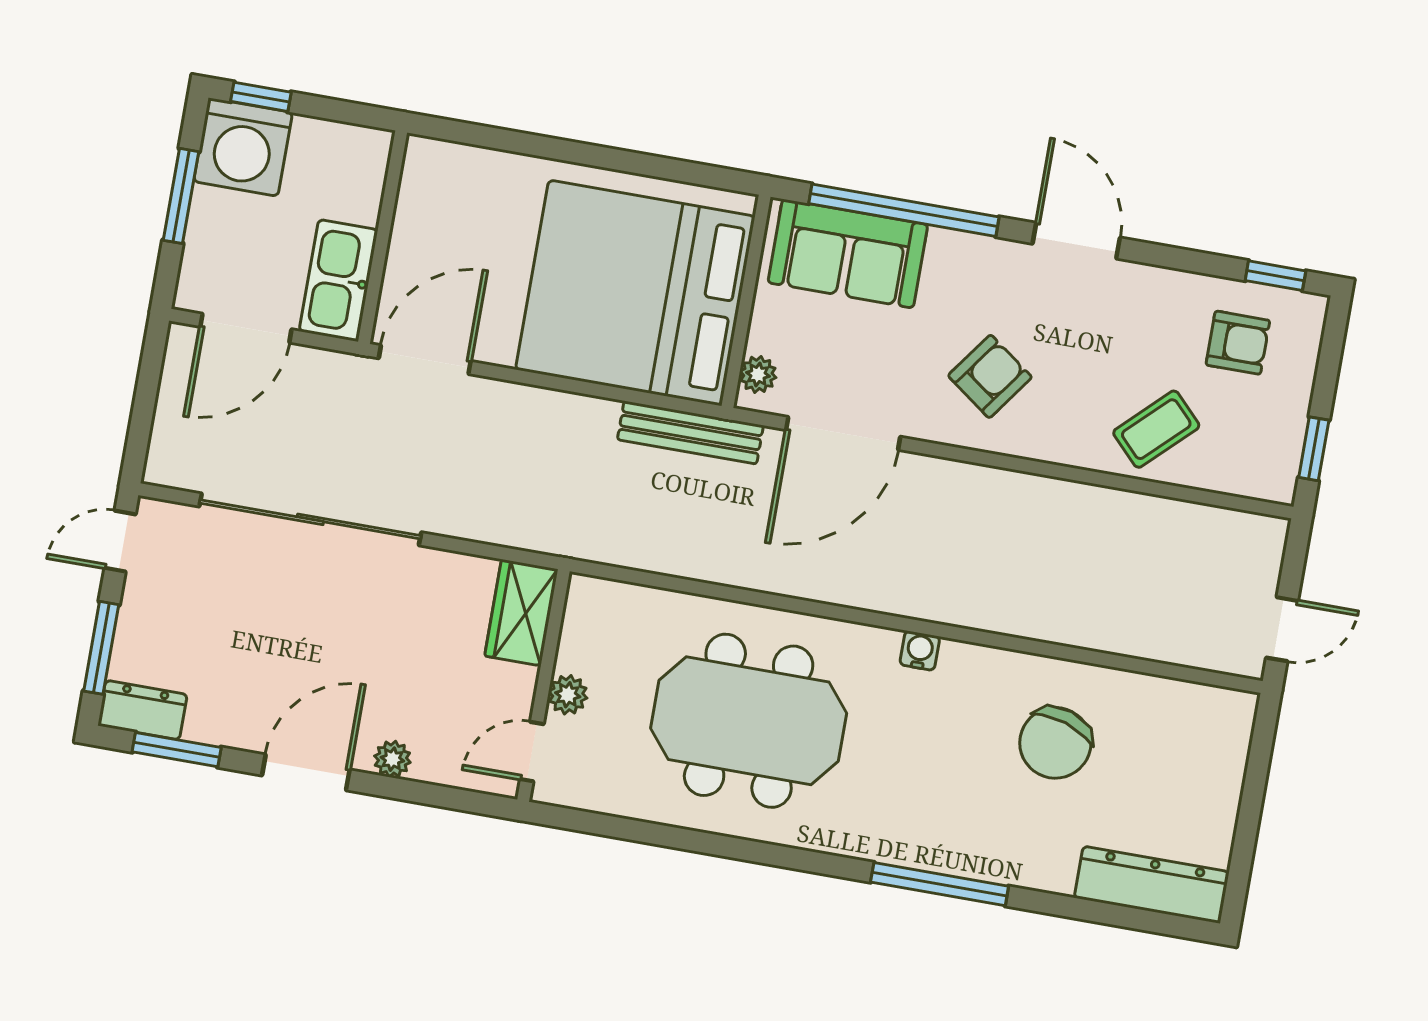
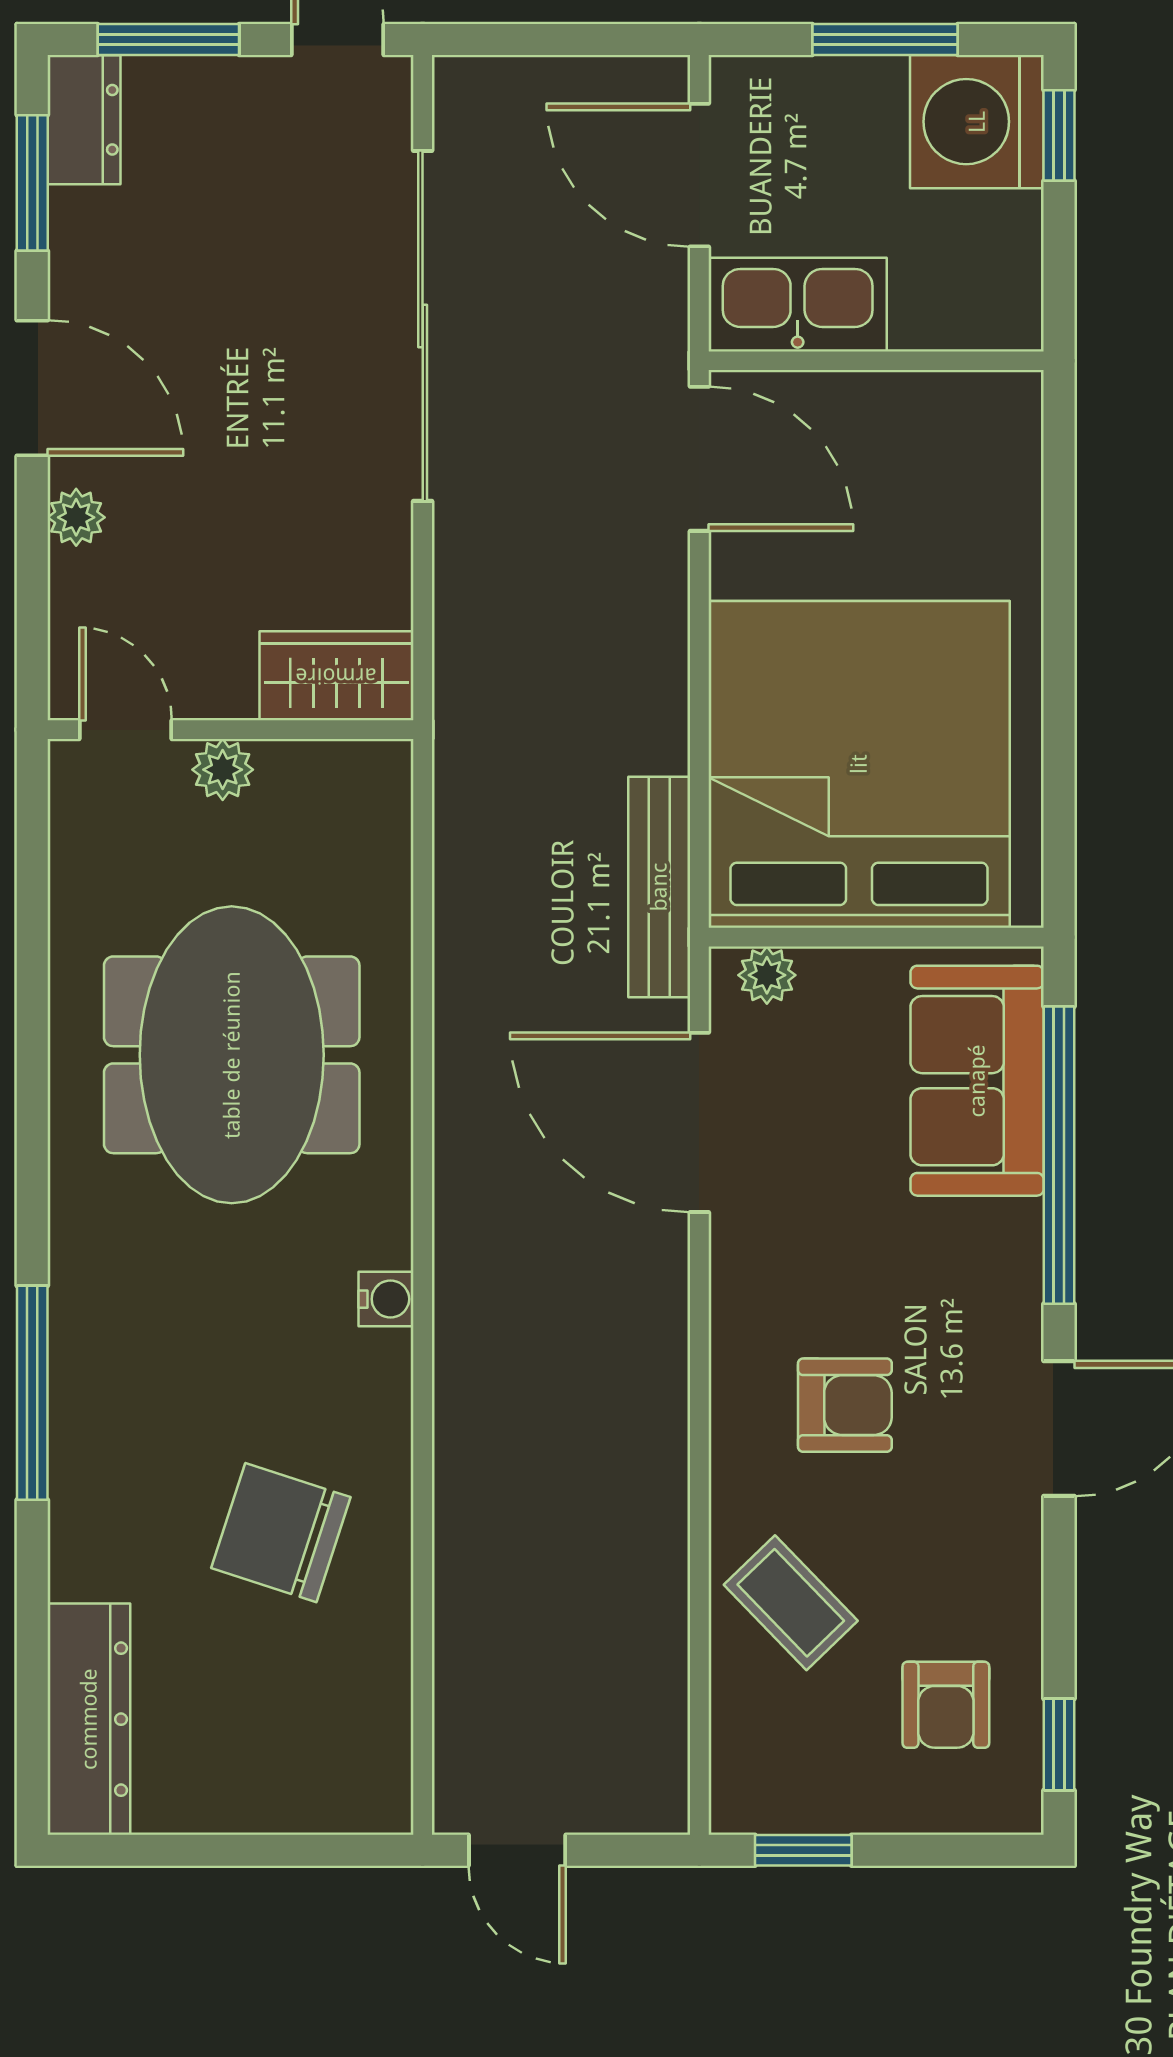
armchair: (990, 376) -> (845, 1405), moved, turned -36

